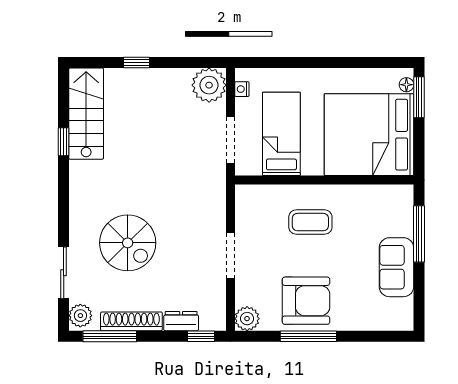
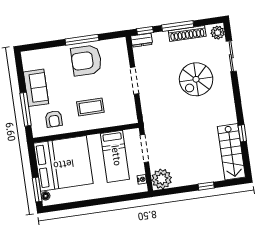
armchair: (374, 211) -> (54, 119), added
spiral stairs: (128, 243) -> (196, 79), turned -90
plant: (247, 319) -> (119, 45), removed
dresser: (181, 321) -> (142, 40), moved
window: (110, 336) -> (178, 26), moved

